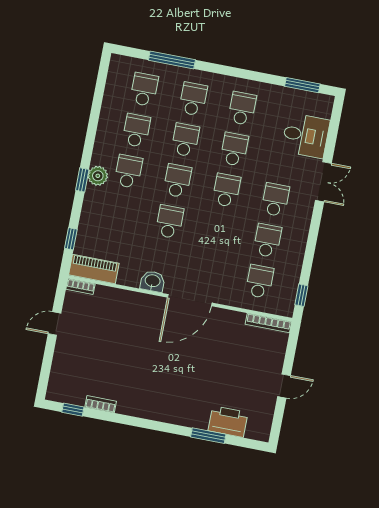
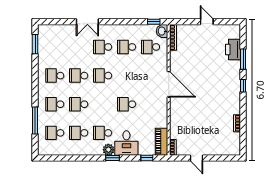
desk: (306, 136) -> (126, 143), moved, turned 180
school desk: (177, 181) -> (103, 104), removed
double door: (323, 182) -> (87, 22), swing flipped
washbasin: (153, 281) -> (162, 31), moved
window: (73, 410) -> (243, 86), moved

